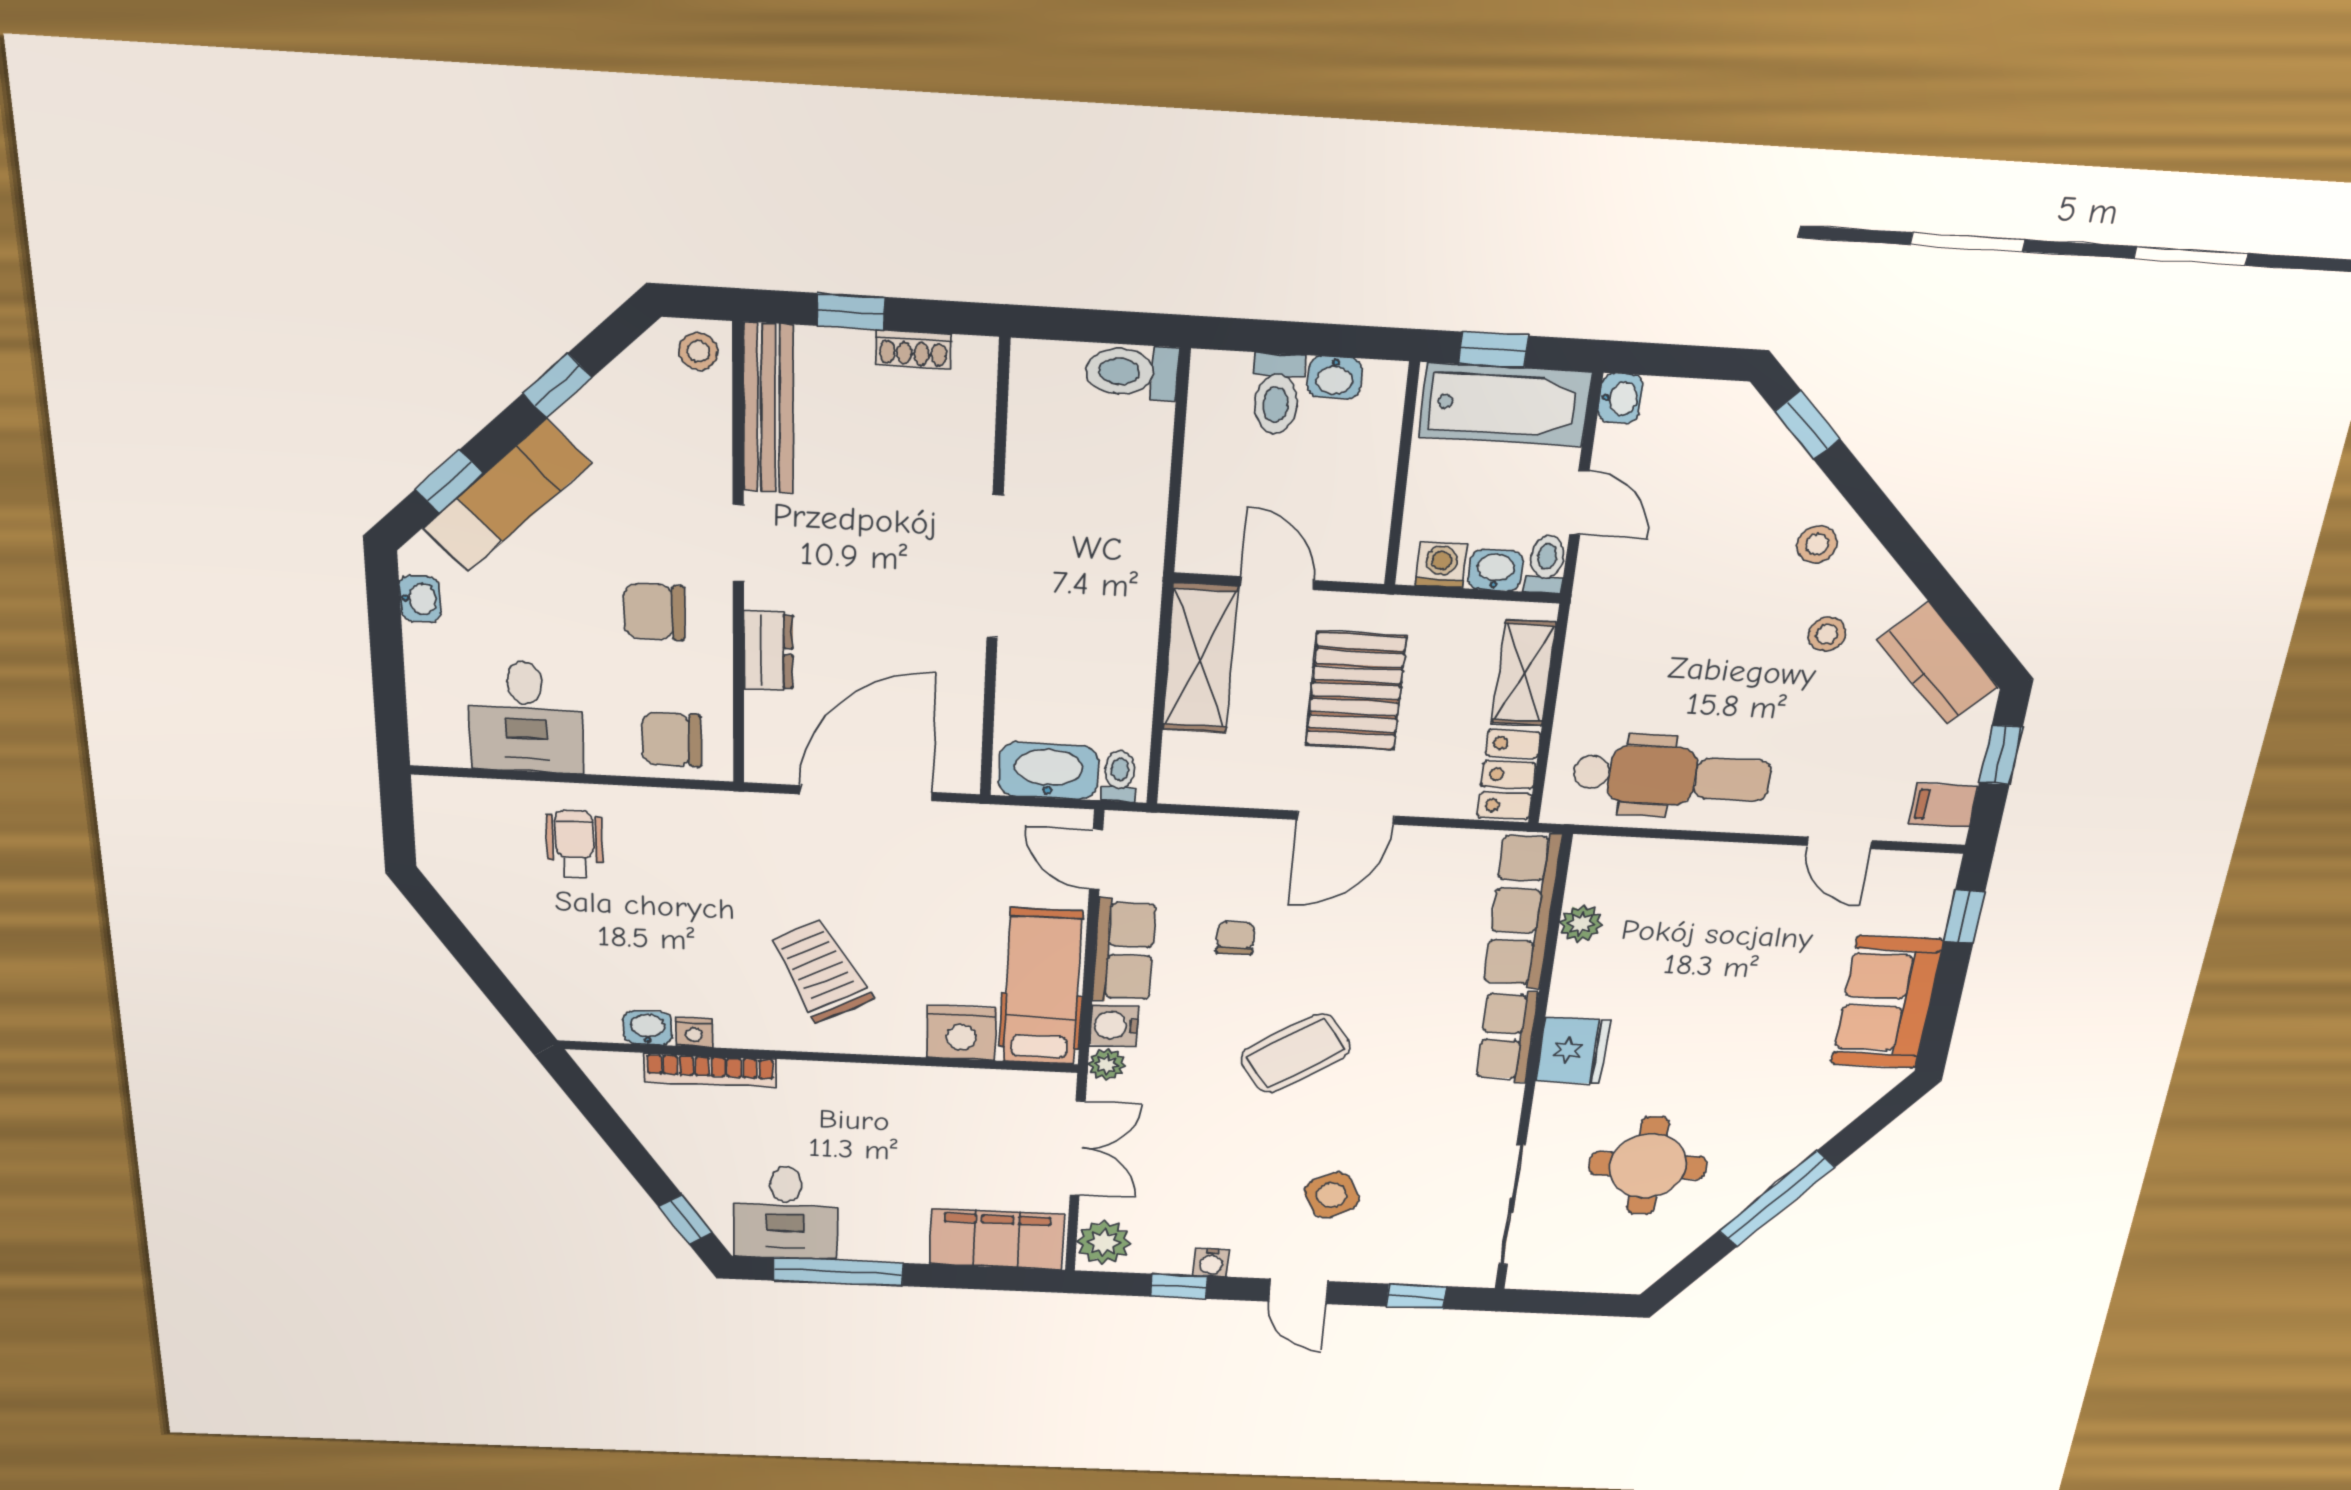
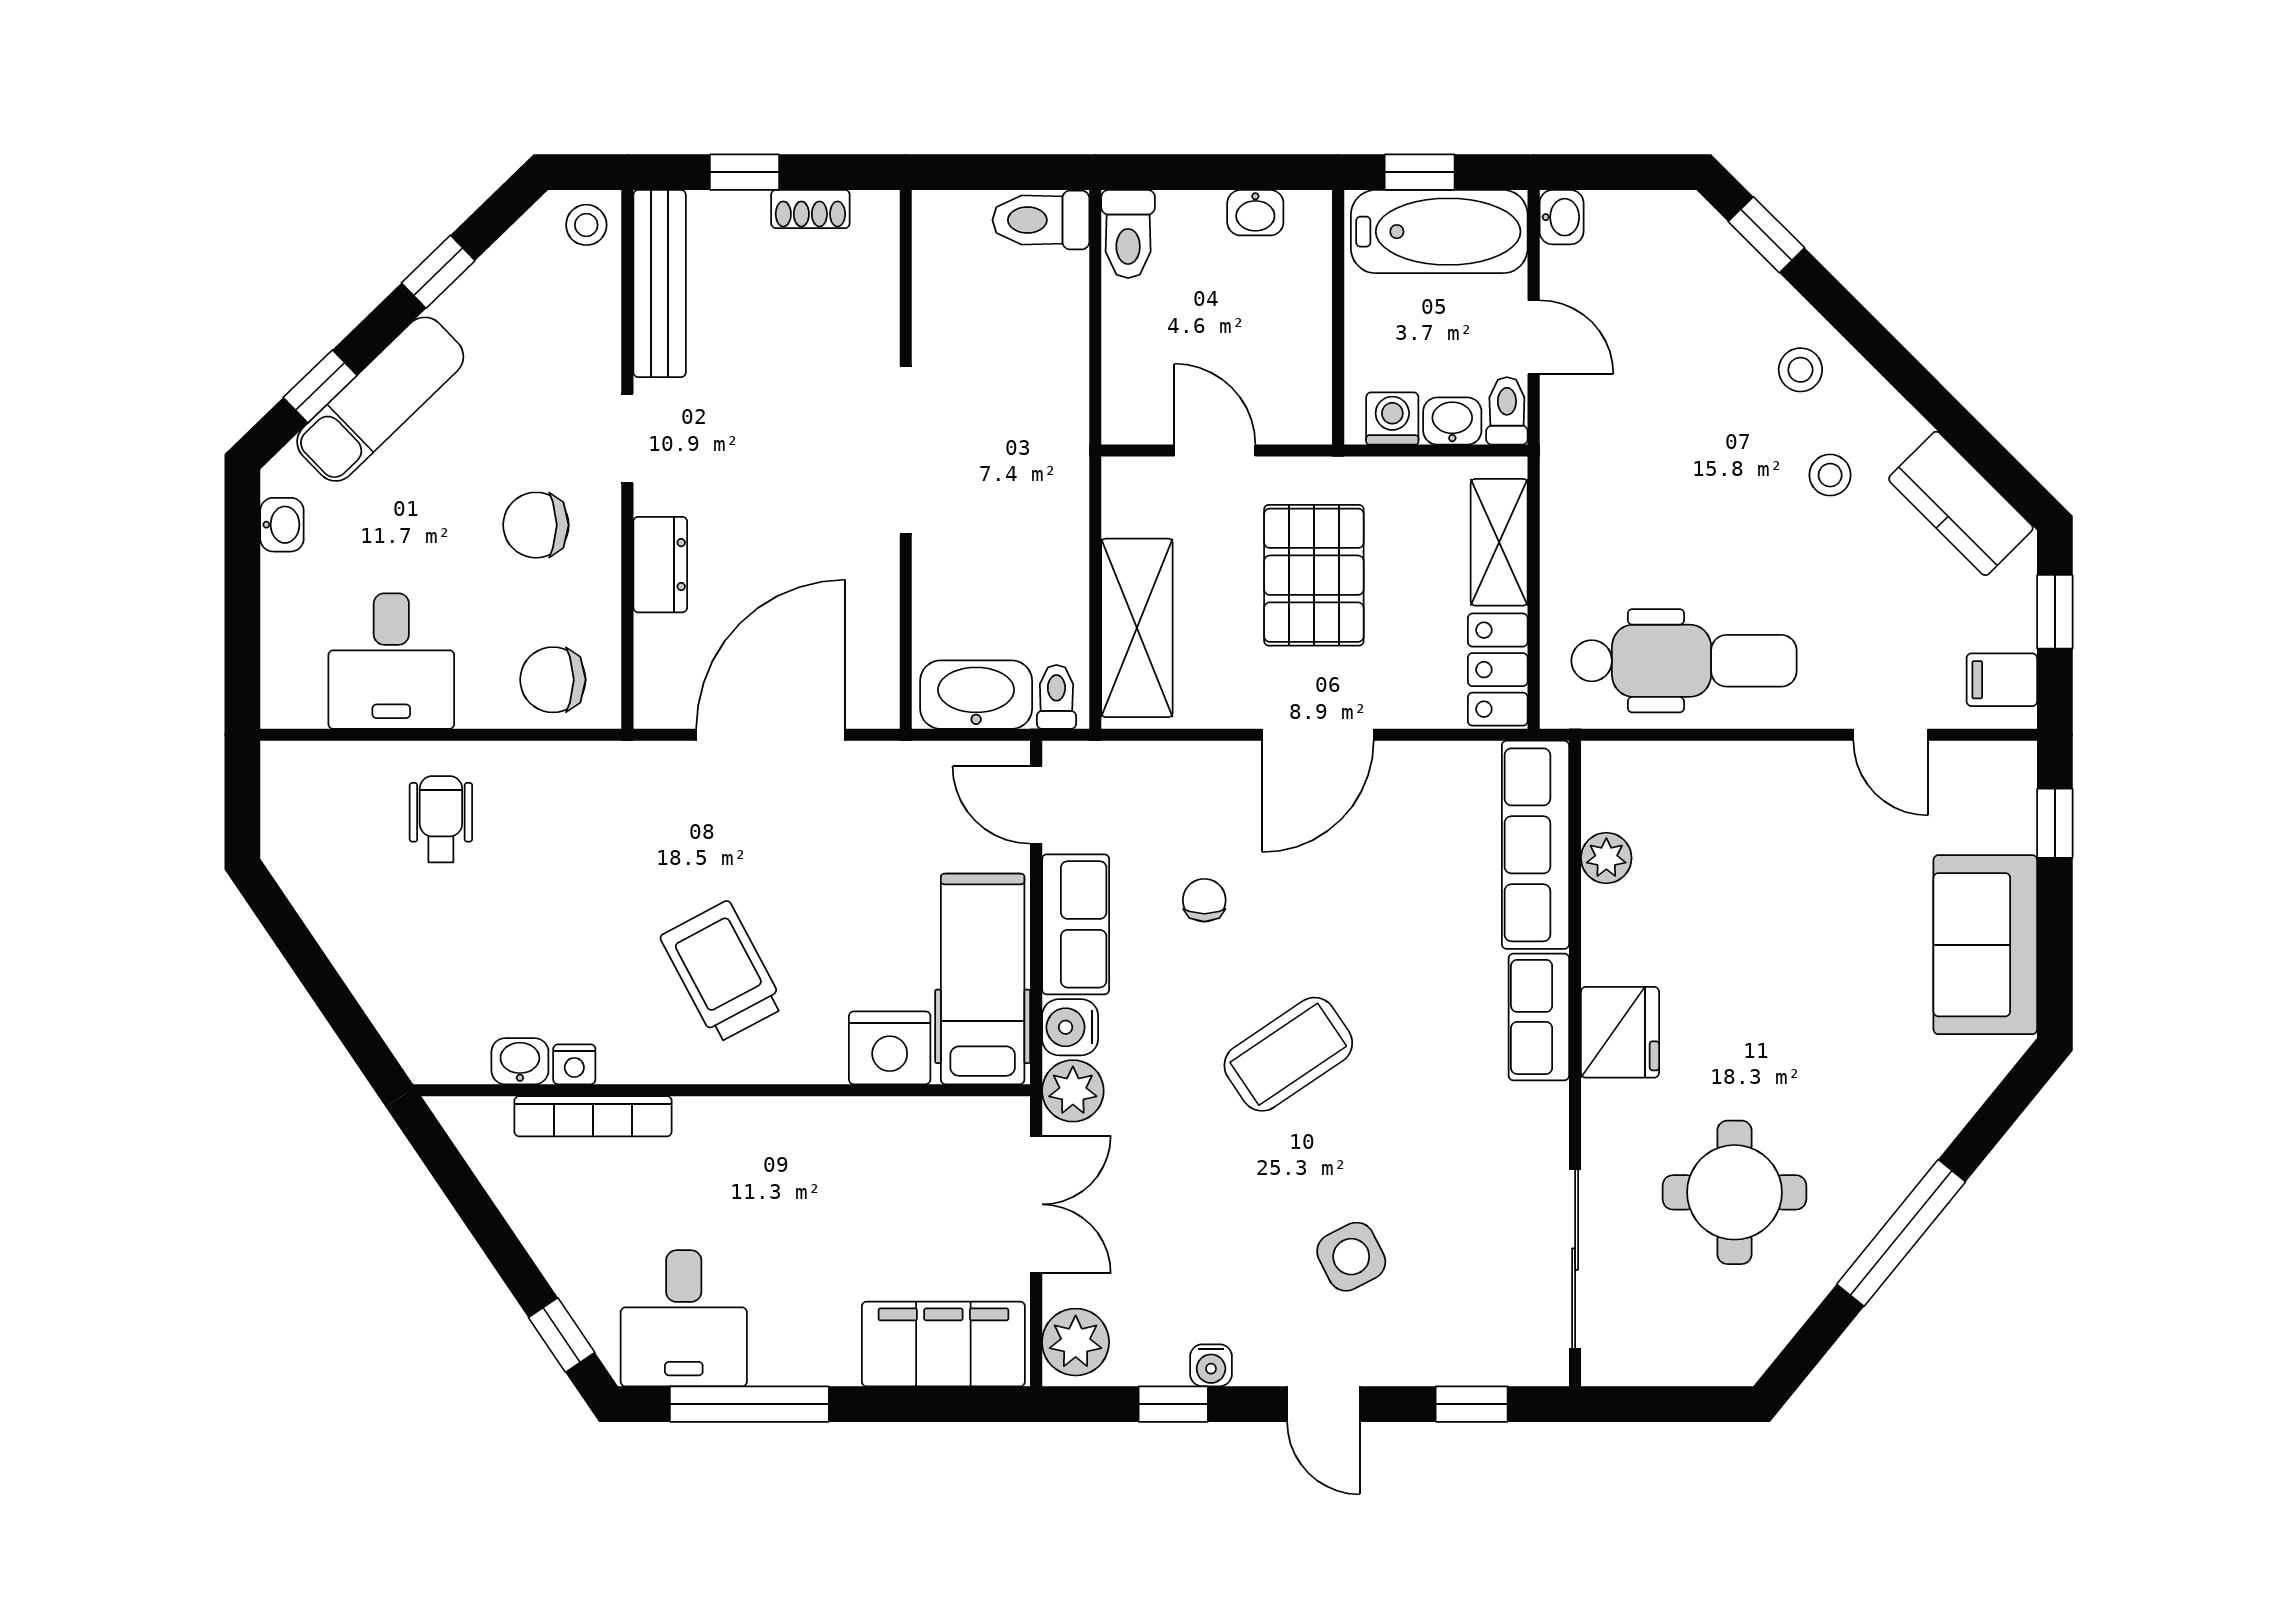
toilet: (1277, 394) -> (1128, 234), moved
shelving: (1200, 658) -> (1137, 628), moved
plant: (1107, 1064) -> (1073, 1091), width x1.38, depth x1.38

